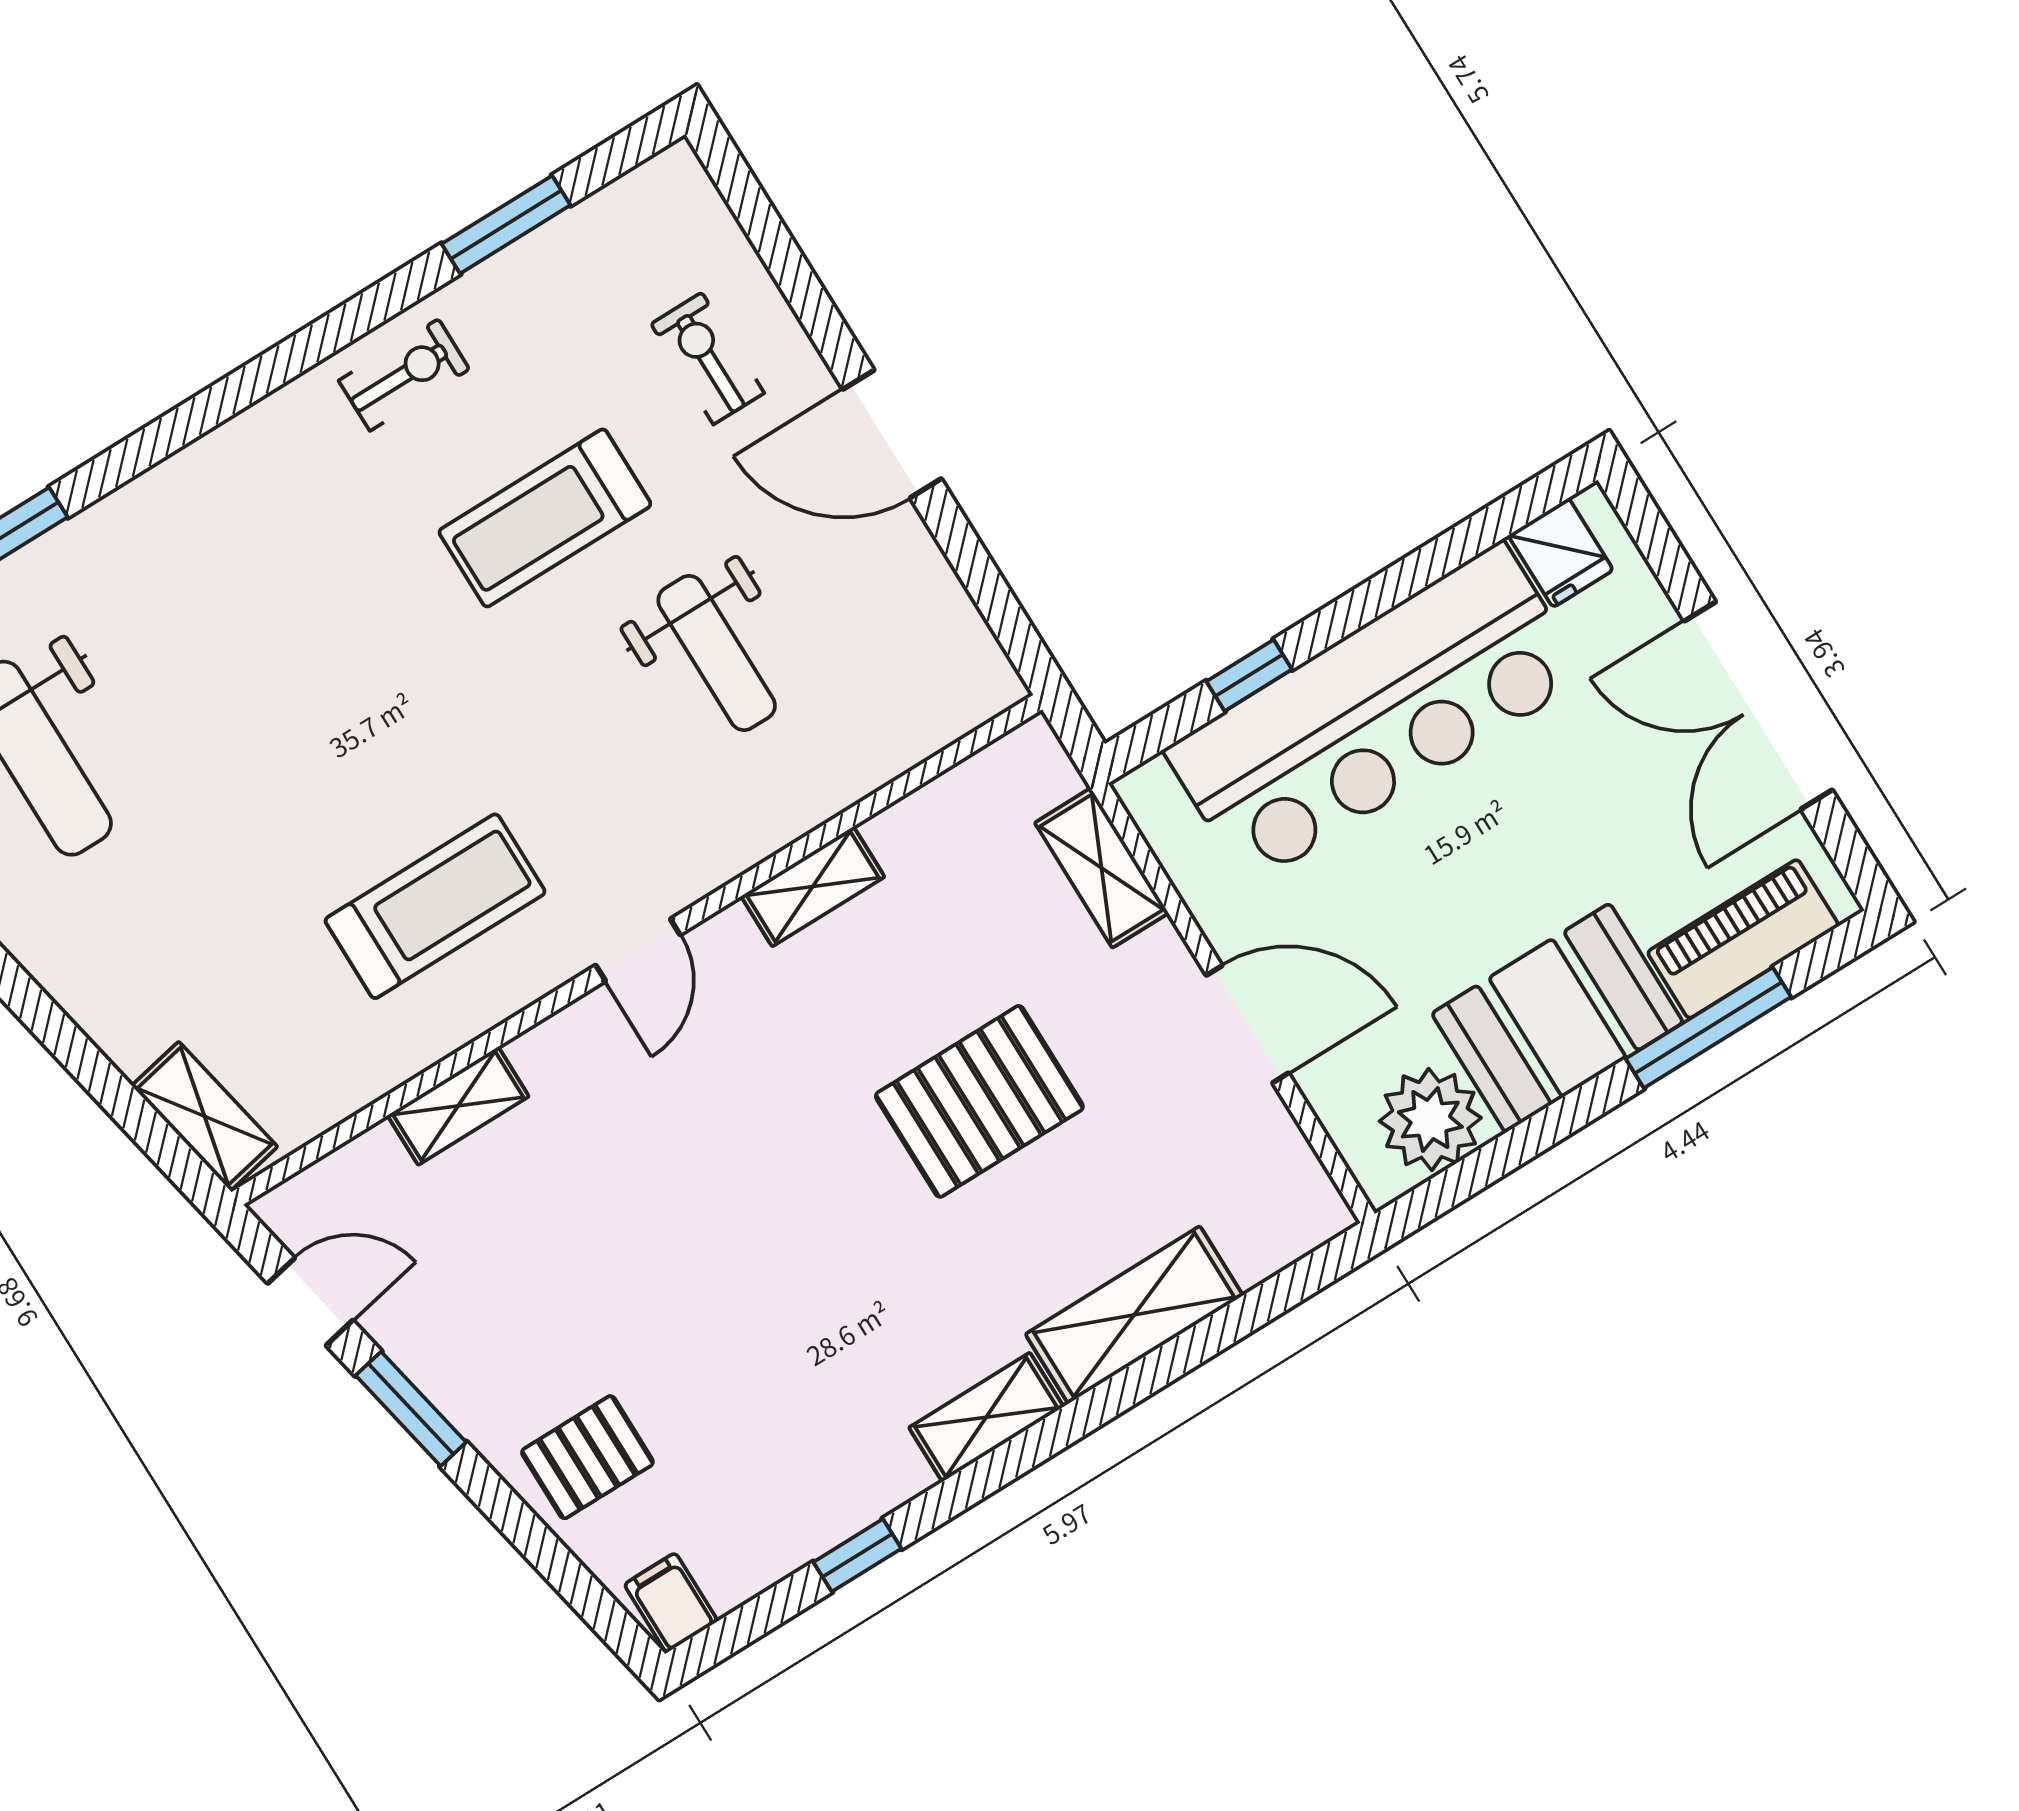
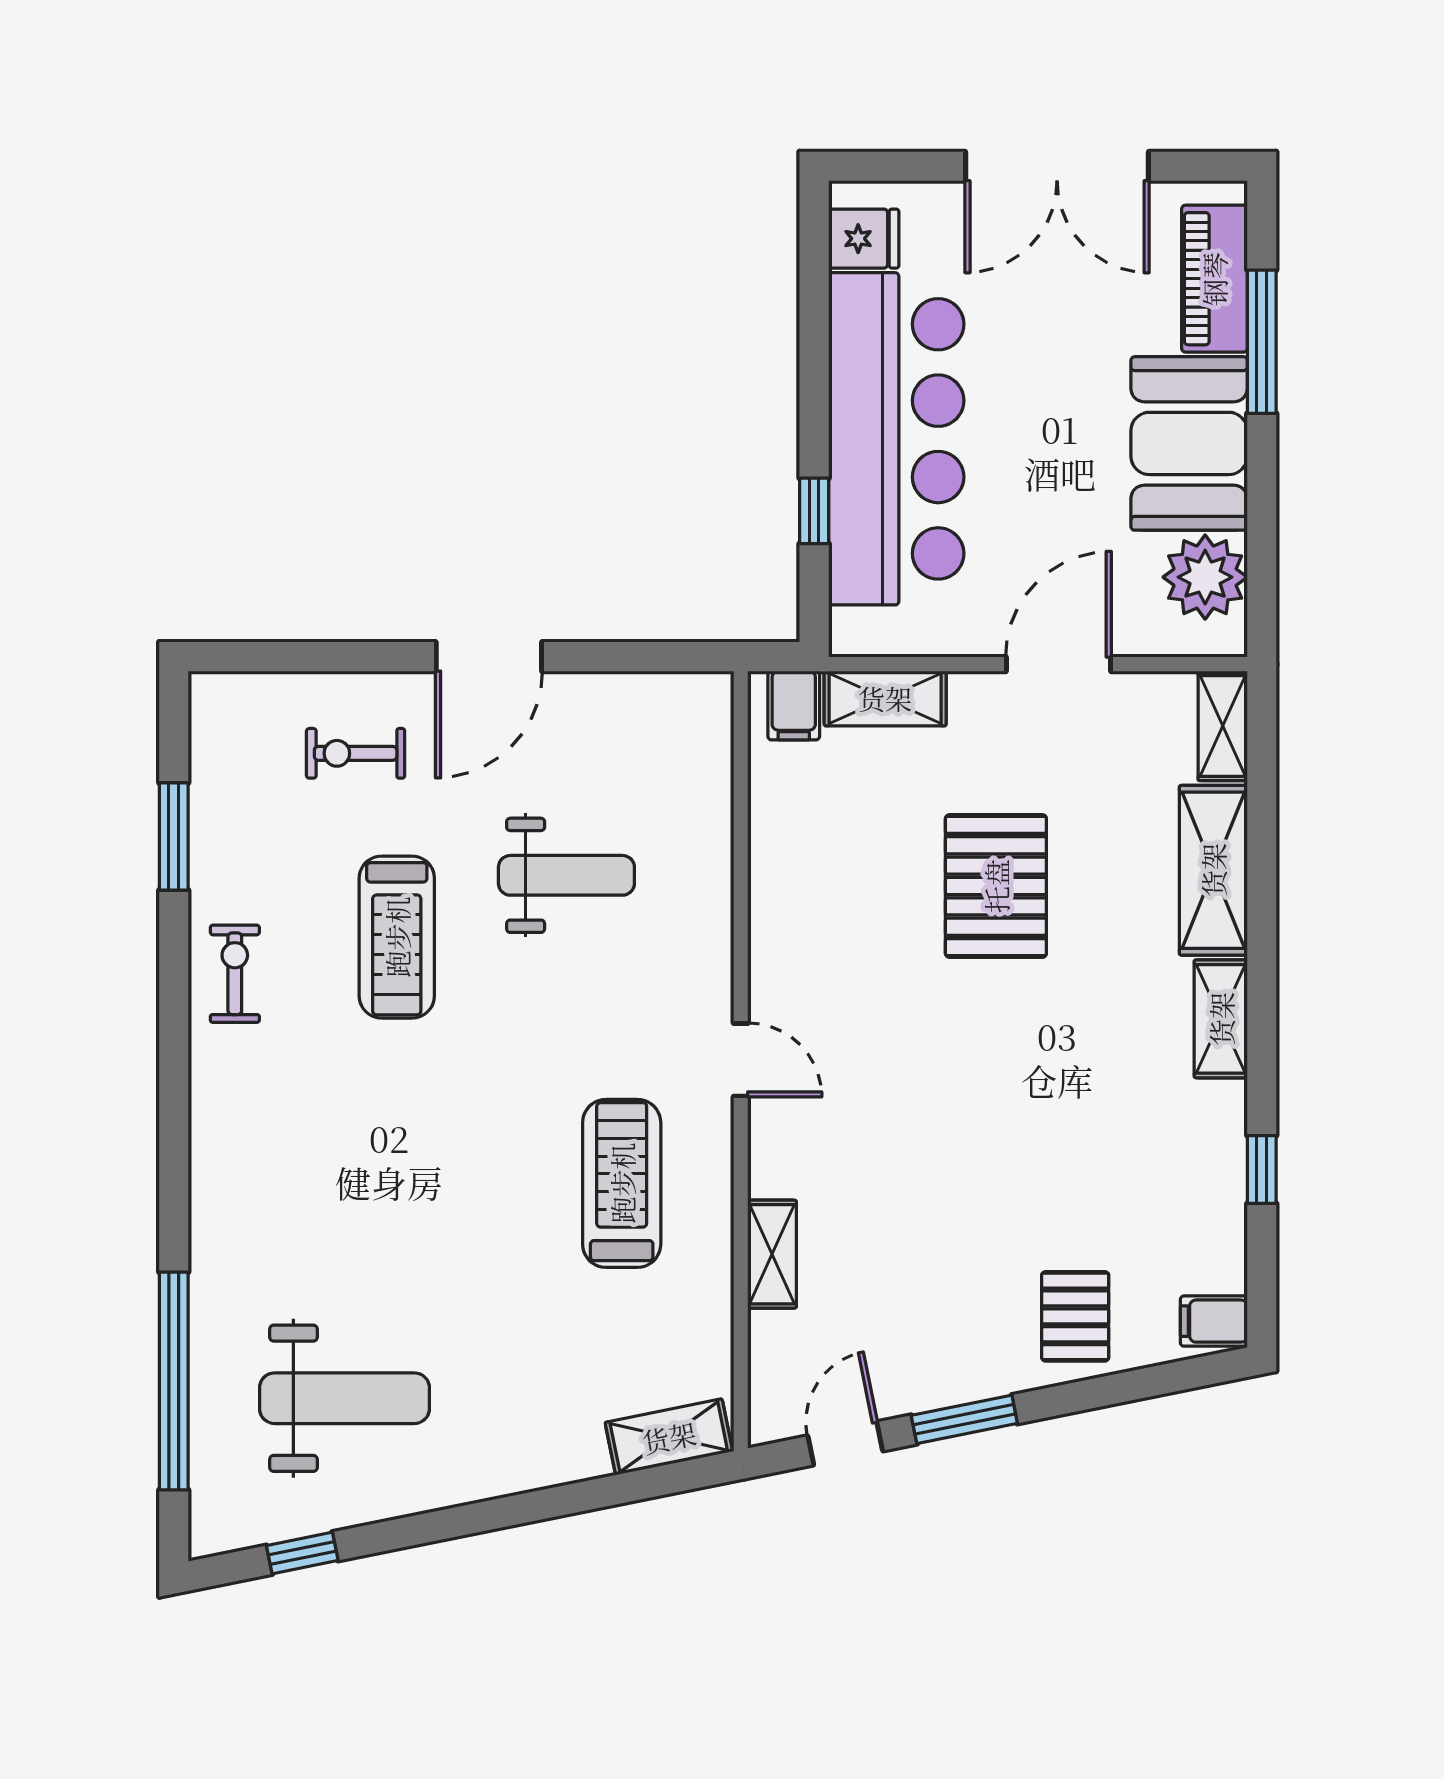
filing cabinet: (1036, 778) -> (794, 705), added
shelving: (813, 886) -> (1223, 726), moved

